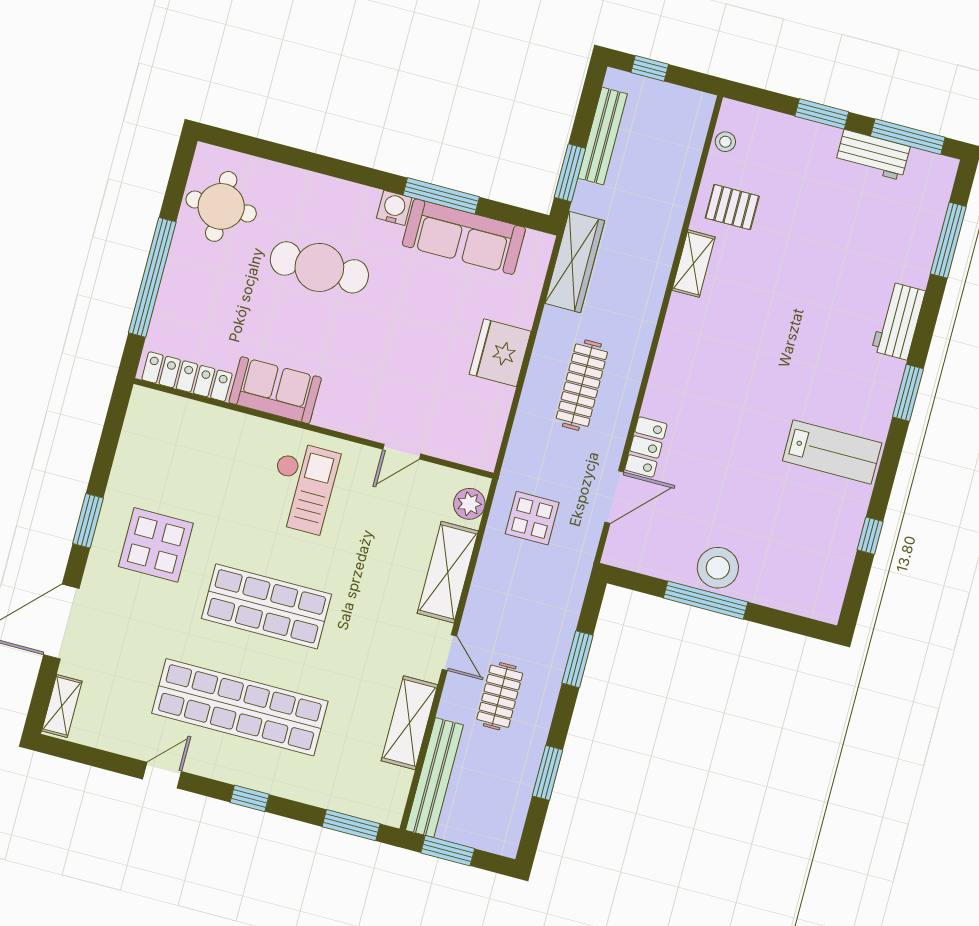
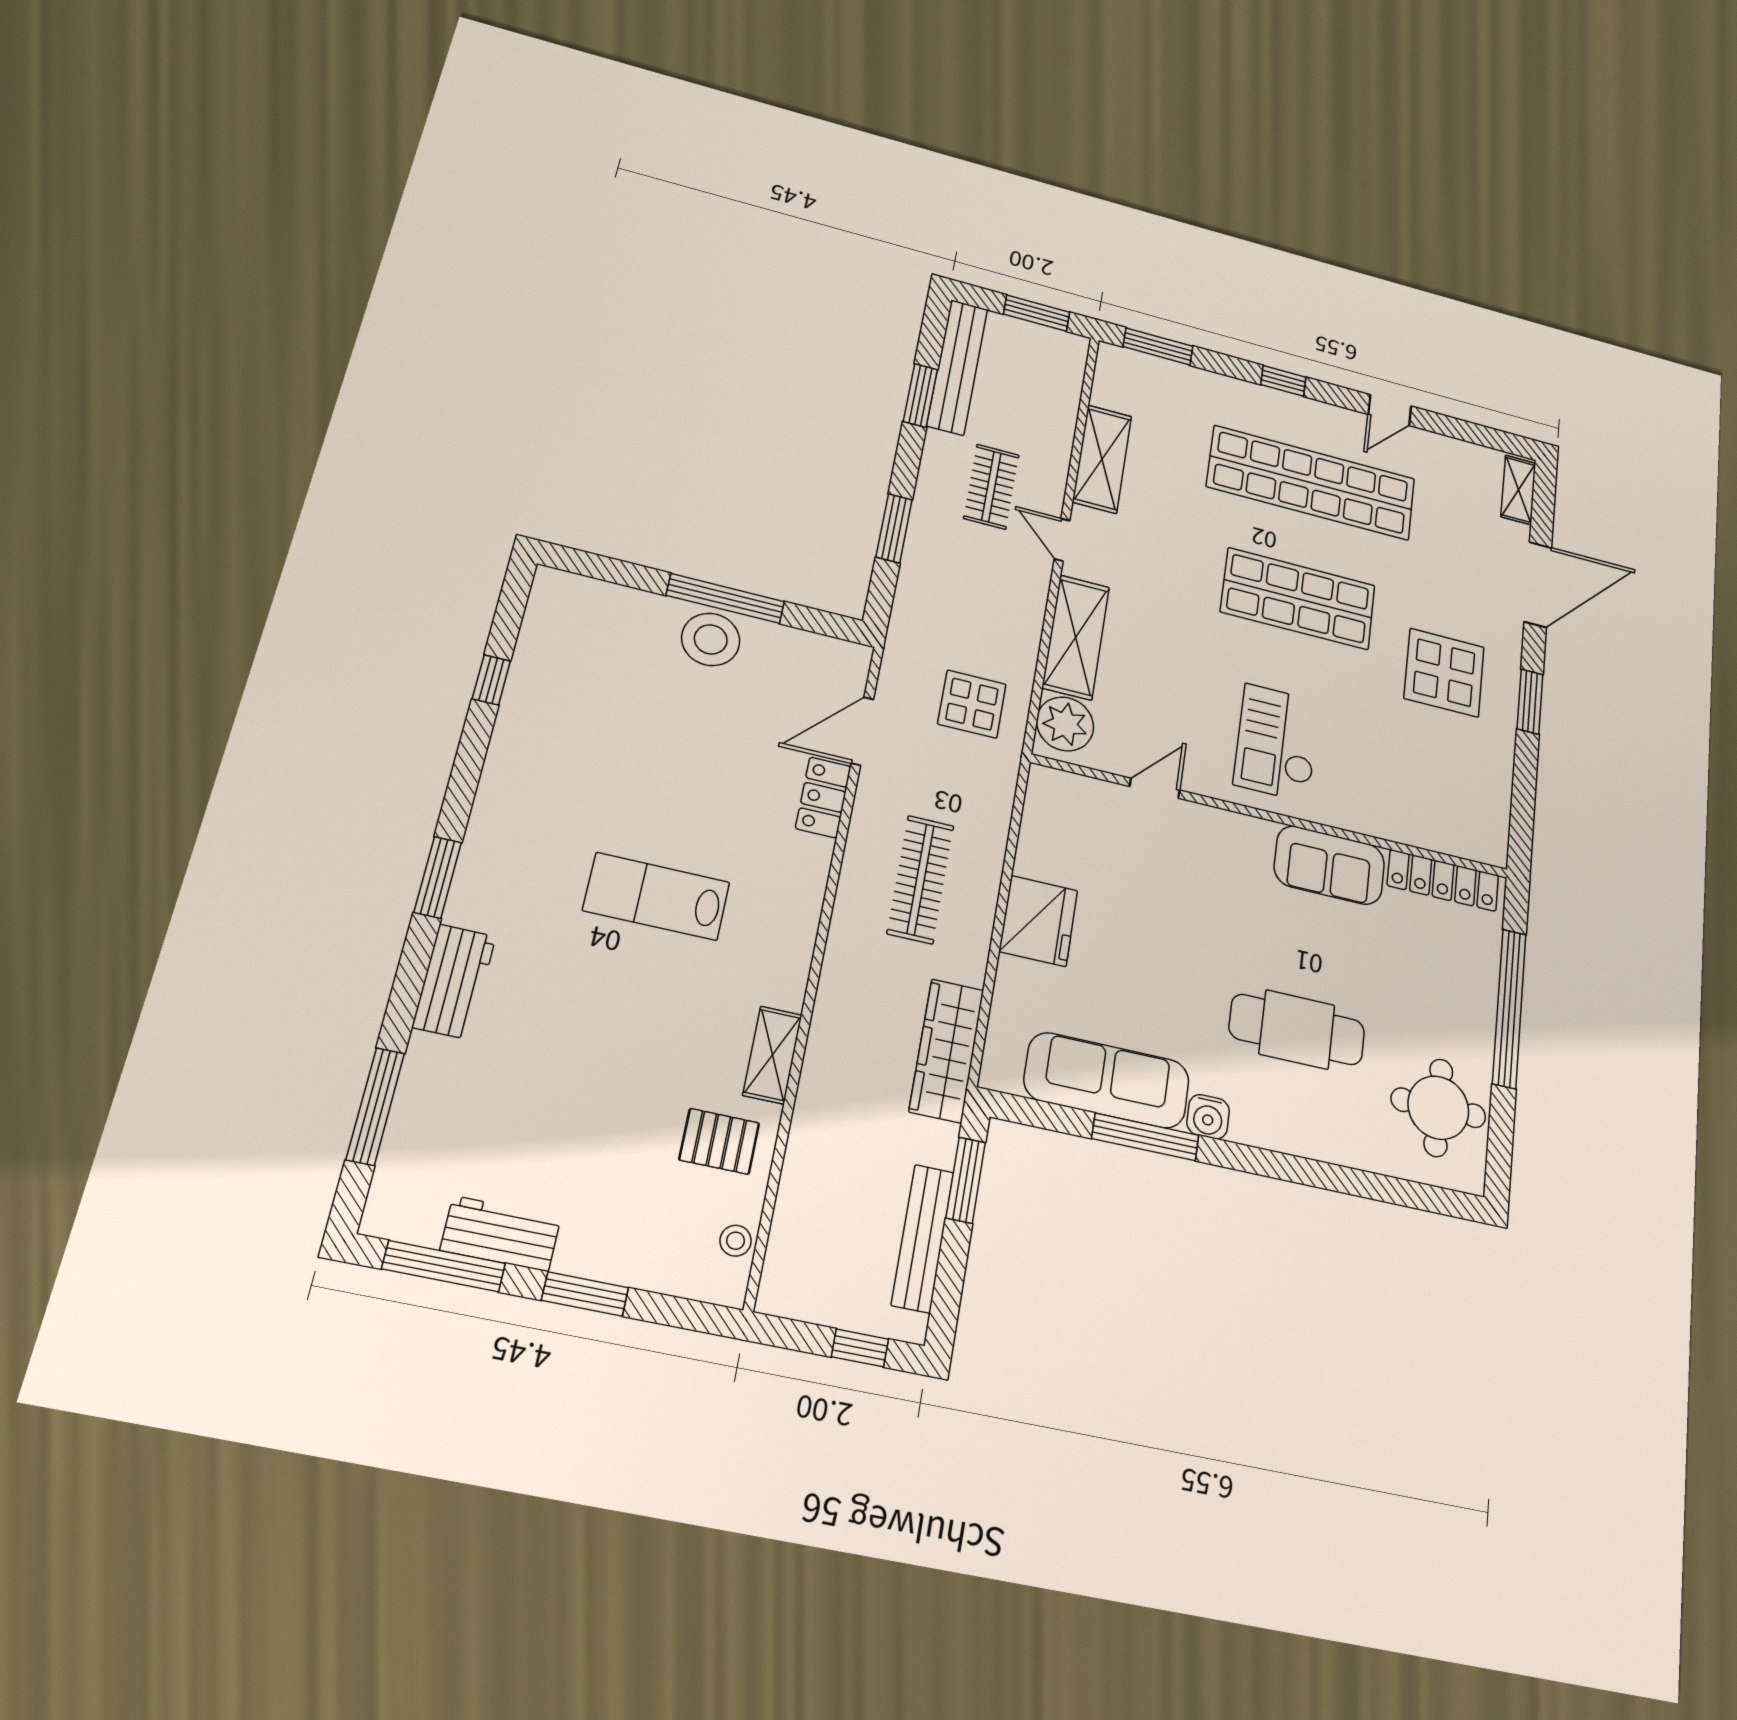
lab bench: (832, 452) -> (656, 896), moved
plant: (469, 504) -> (1065, 724), width x1.36, depth x1.36
bench: (434, 778) -> (957, 367), moved

